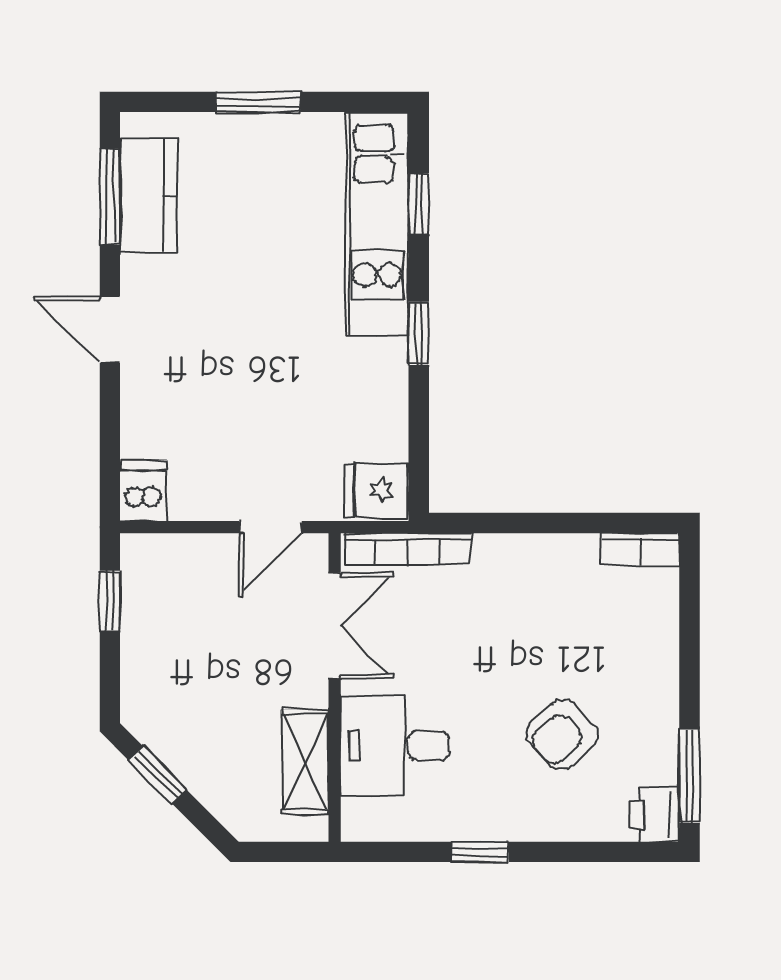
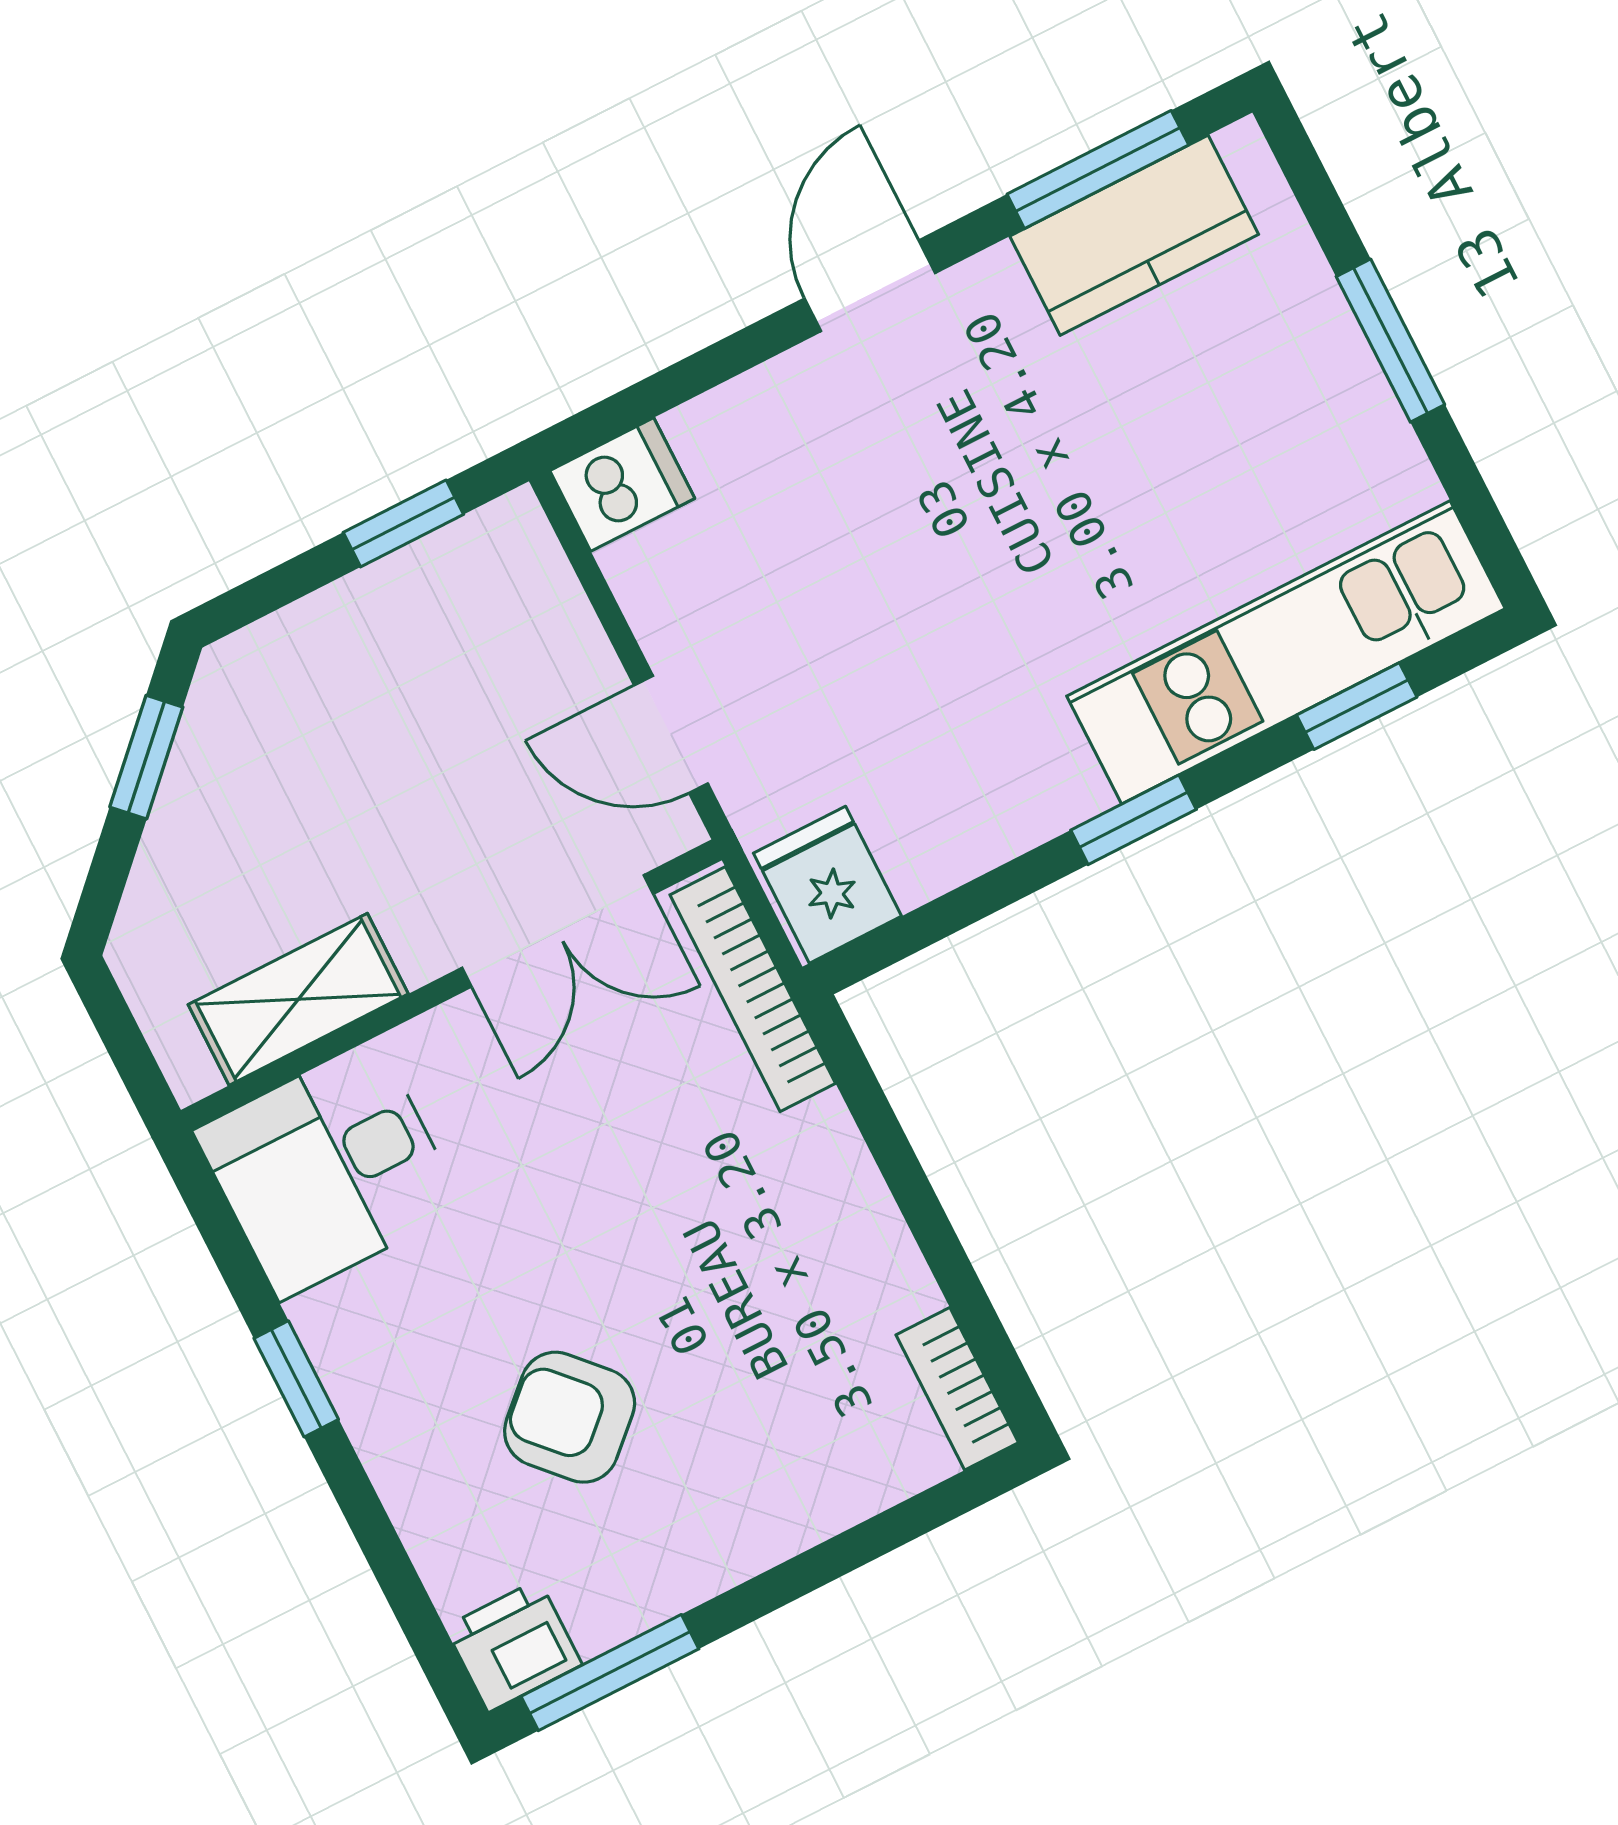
desk: (395, 746) -> (328, 1169), moved, turned -90

